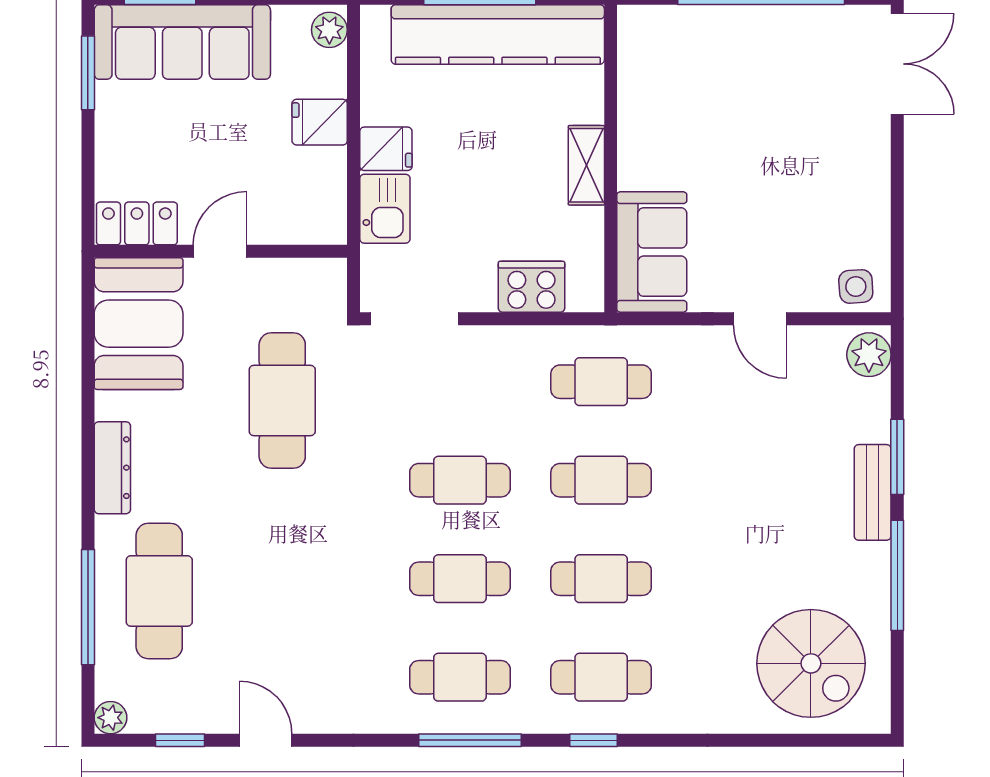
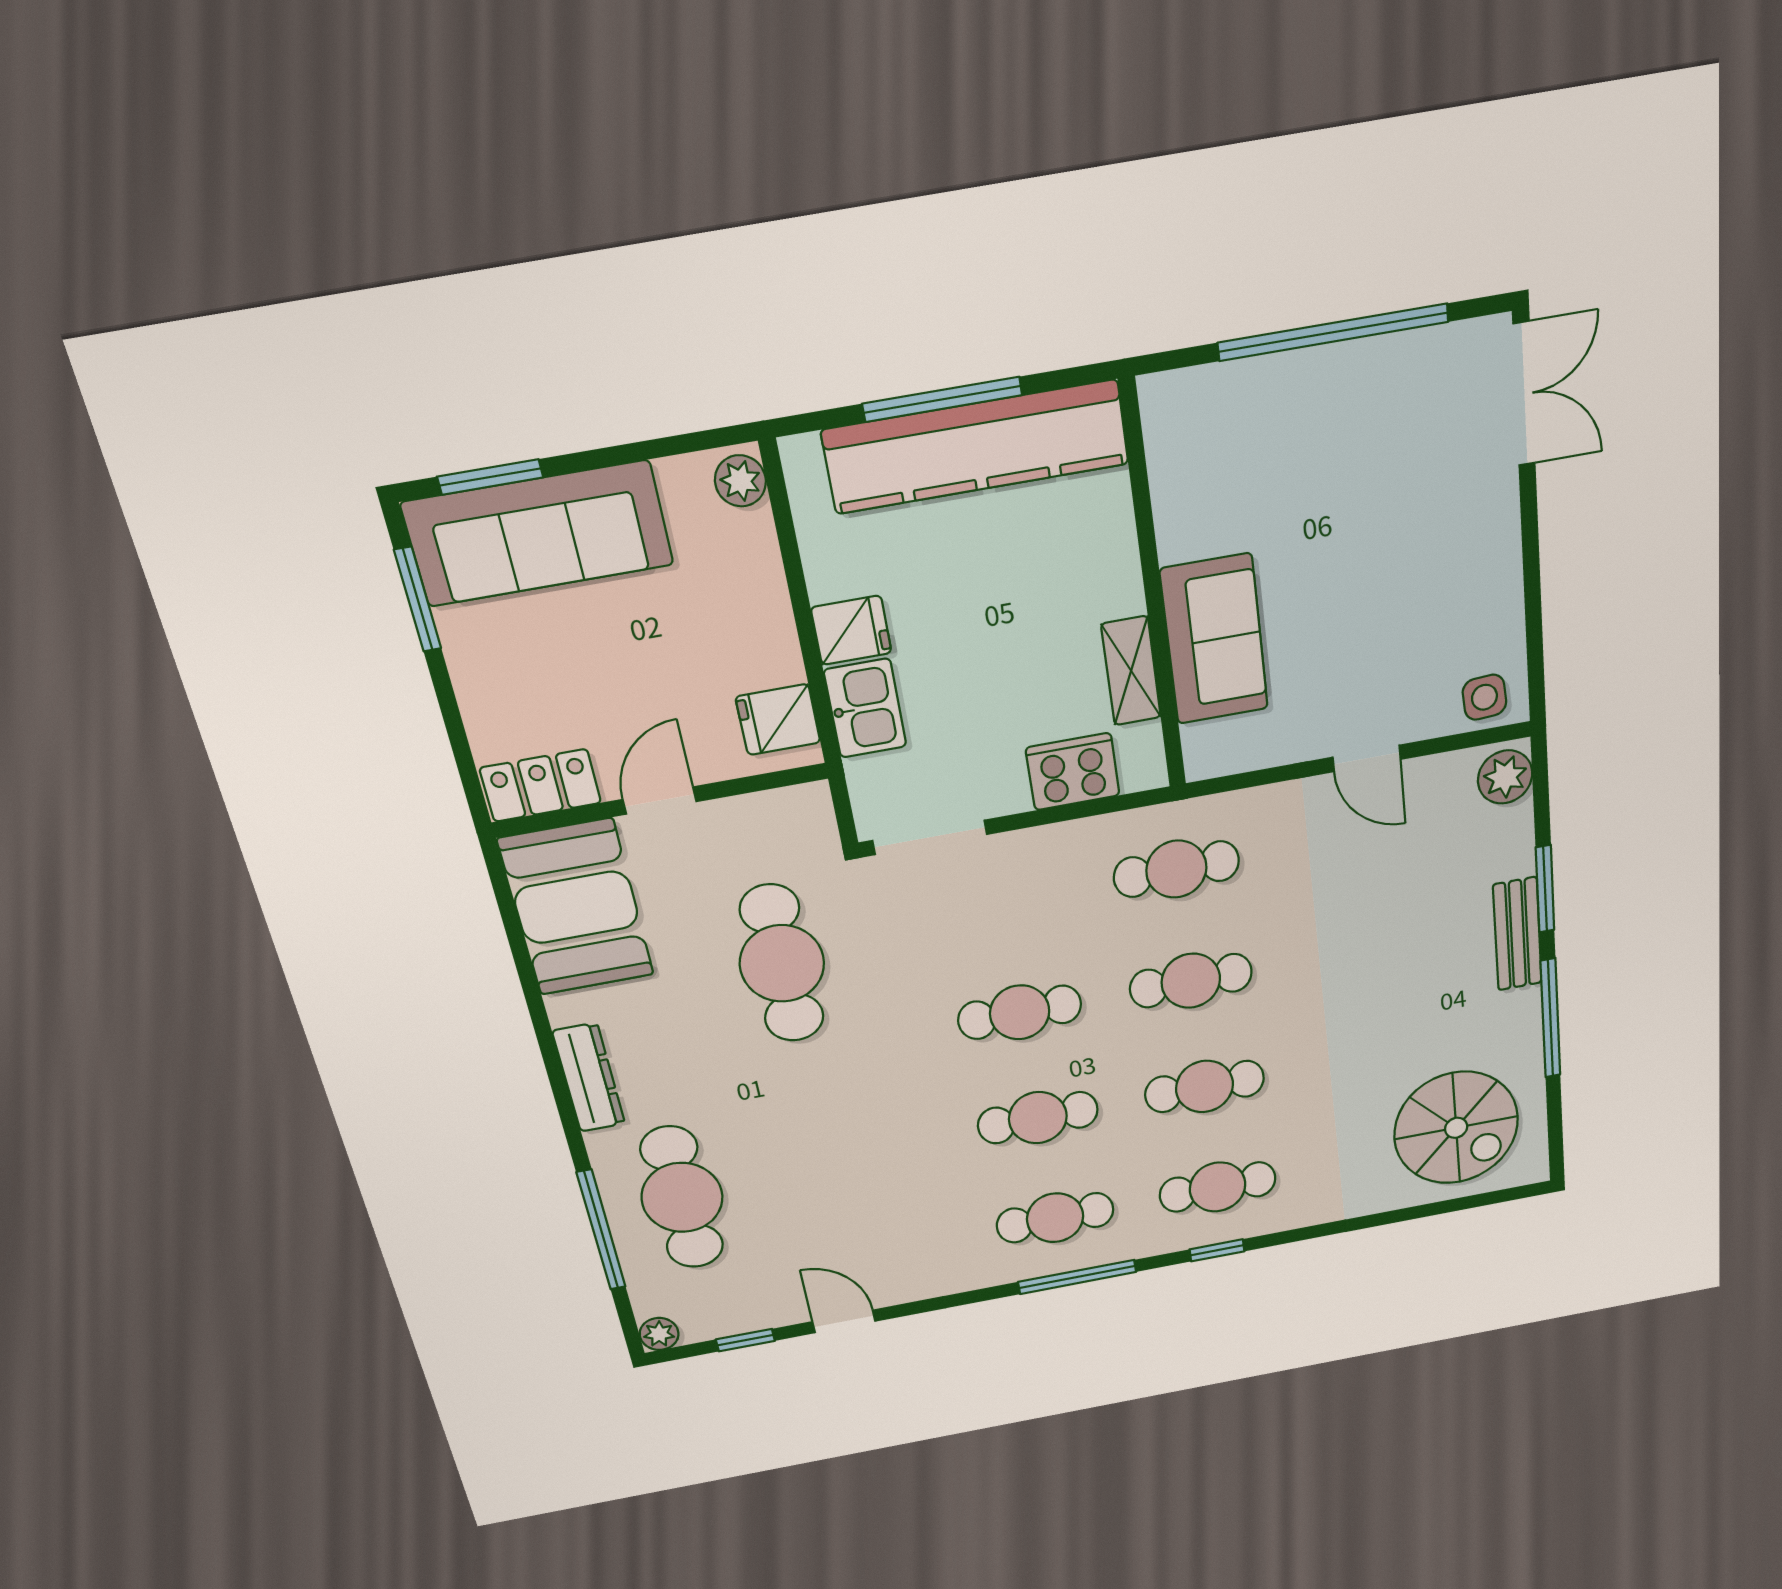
fridge: (320, 122) -> (778, 720), moved
shelving: (586, 165) -> (1131, 671), moved
sofa: (652, 252) -> (1214, 639), moved

